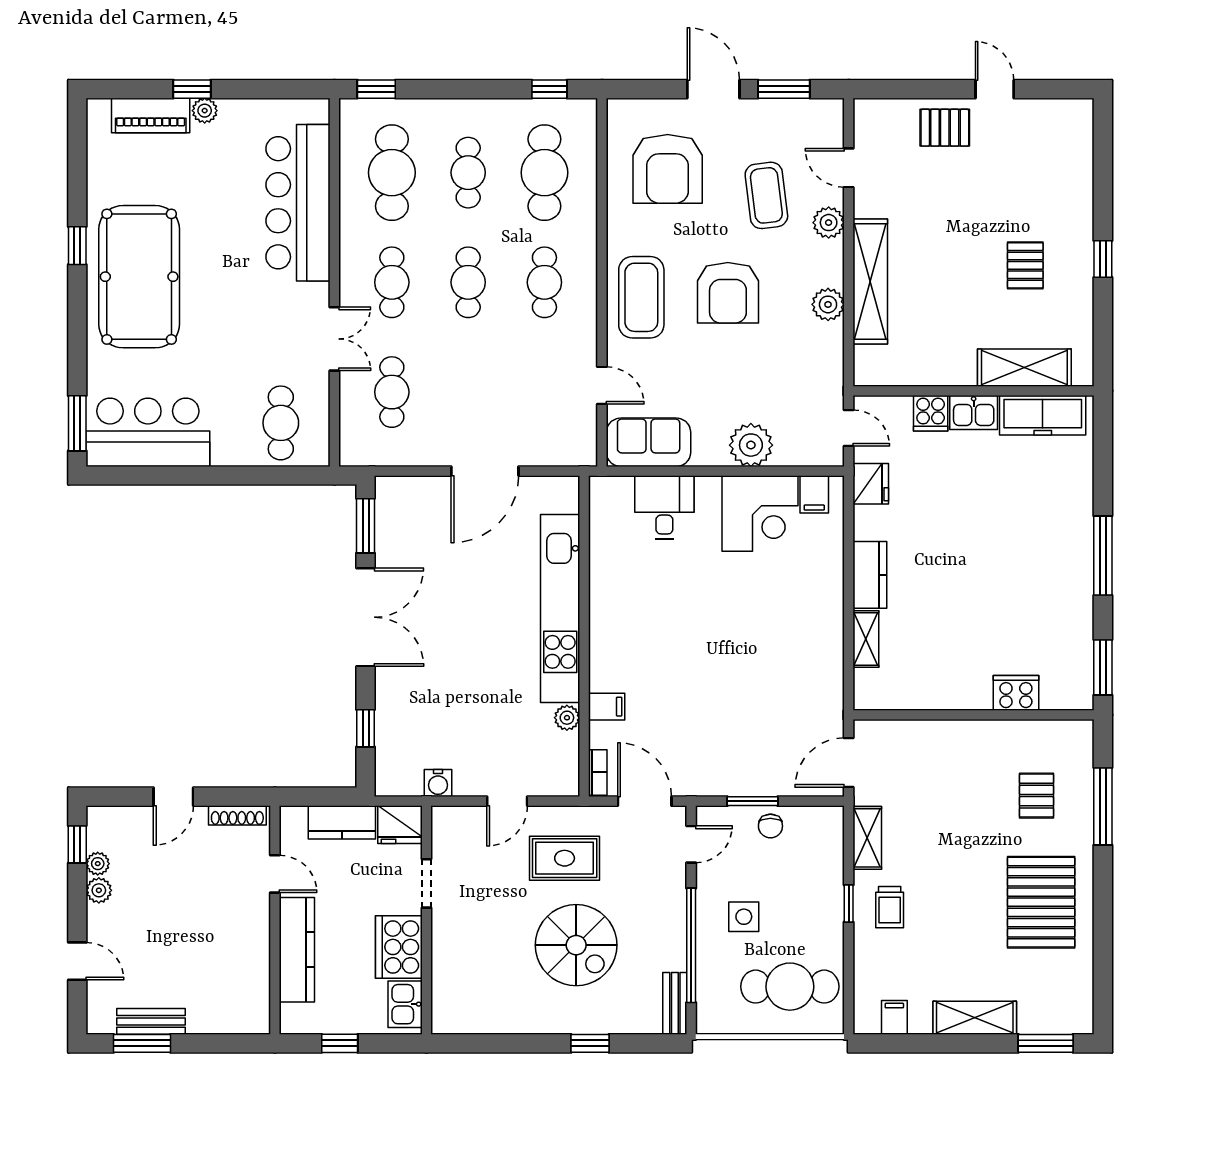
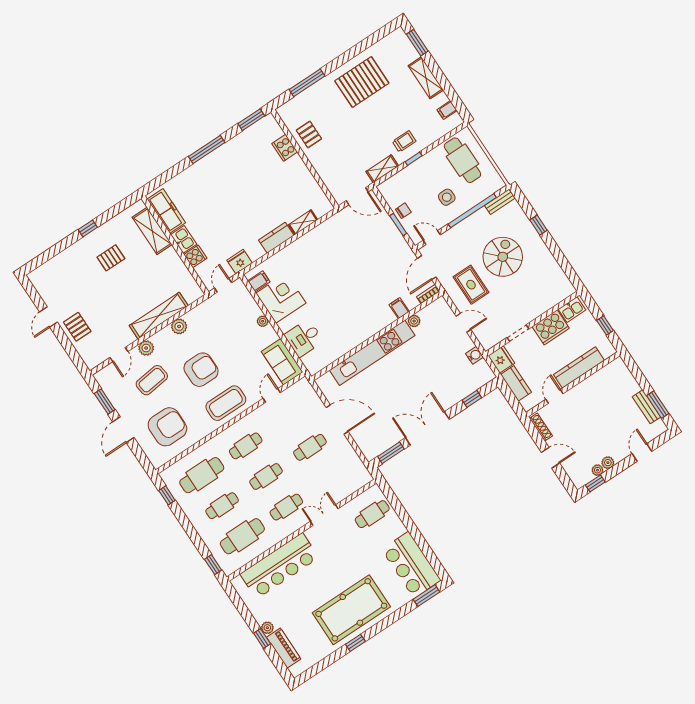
cafe table: (392, 392) -> (310, 447), moved
plant: (751, 445) -> (263, 321), width x0.53, depth x0.53
pallet: (1036, 796) -> (309, 134), moved, turned 90

